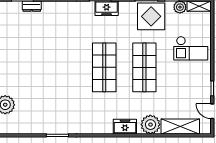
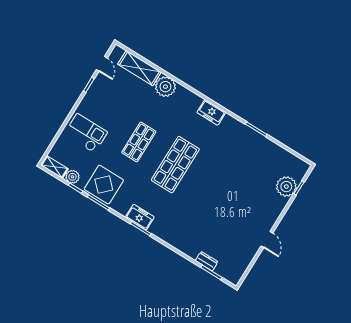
shop shelf: (144, 67) -> (139, 142), width x0.70, depth x0.74
freezer: (125, 127) -> (211, 112), moved

